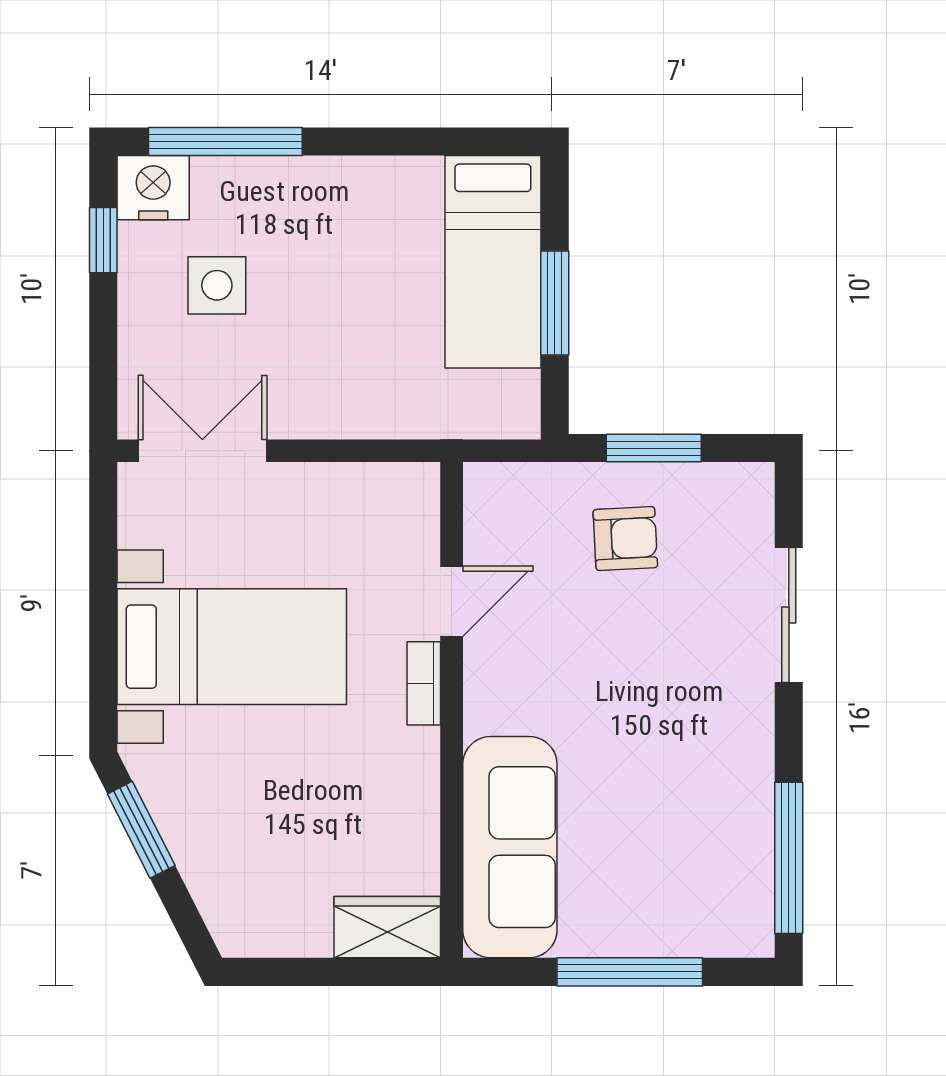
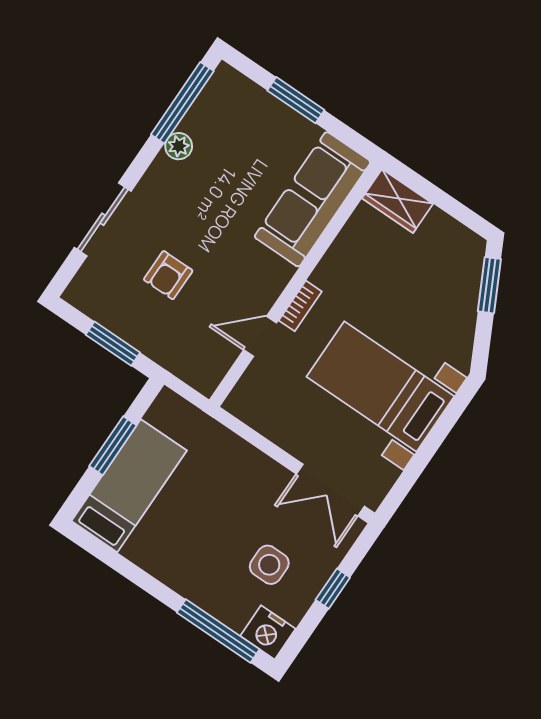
window: (103, 240) -> (333, 589), moved
armchair: (625, 539) -> (168, 275), moved, turned -87
plant: (752, 793) -> (179, 146), added
window: (141, 830) -> (489, 285), moved
window: (630, 972) -> (296, 100), width x0.69

